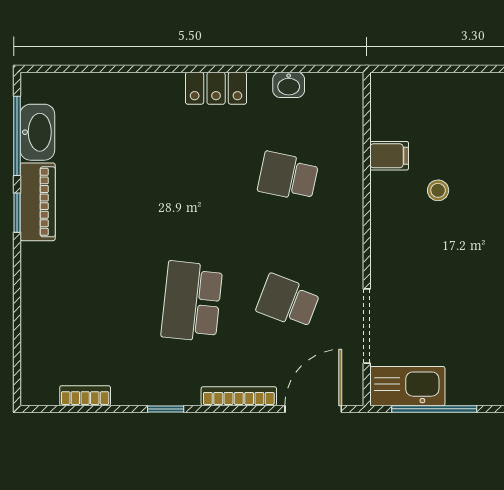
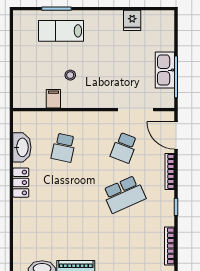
washbasin: (289, 85) -> (22, 147), width x1.91, depth x1.45
school desk: (192, 301) -> (124, 194), turned -30
kitchen sink: (407, 386) -> (165, 70), moved
bookcase: (85, 396) -> (170, 246), width x1.56

